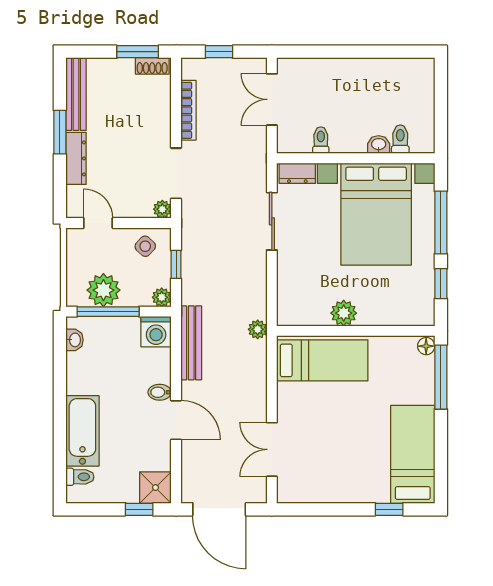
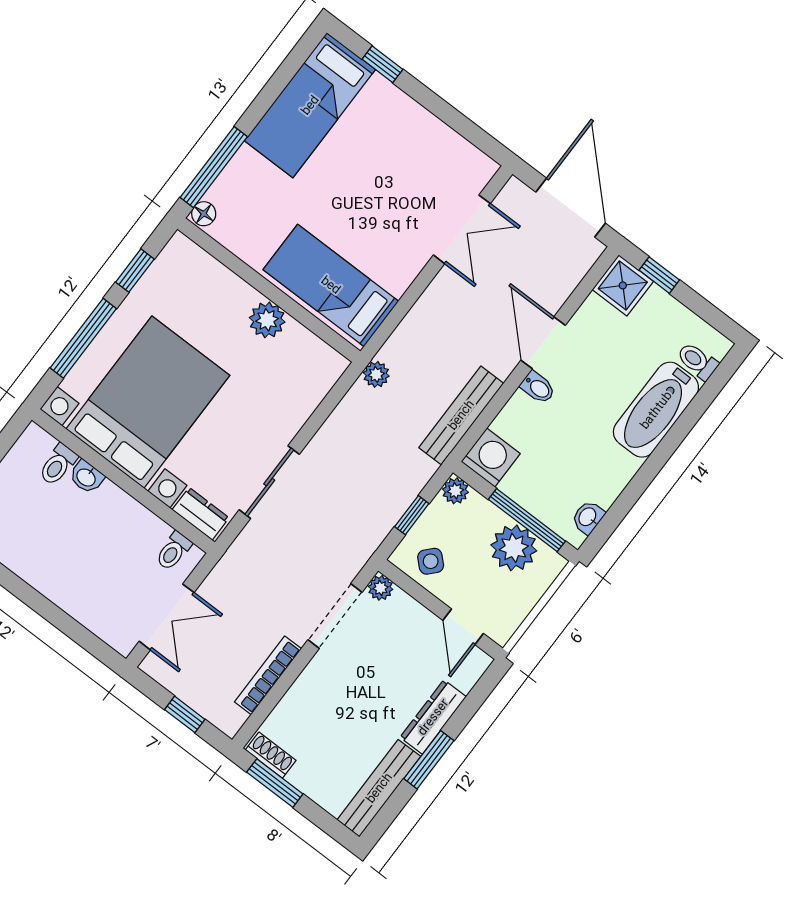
toilet: (321, 140) -> (173, 551), moved

